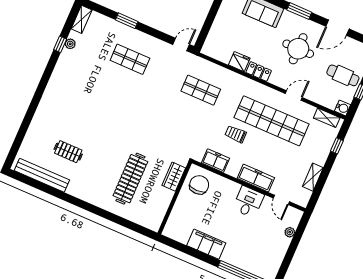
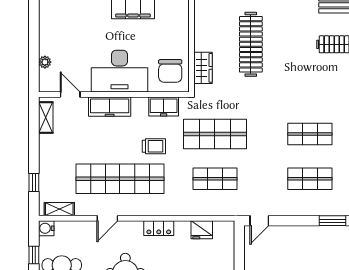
fridge: (239, 62) -> (202, 230), moved
shop shelf: (115, 93) -> (310, 134), added
shop shelf: (186, 123) -> (215, 134), added
shelving: (313, 177) -> (46, 118), moved
desk: (248, 202) -> (119, 71), width x1.87, depth x1.30

